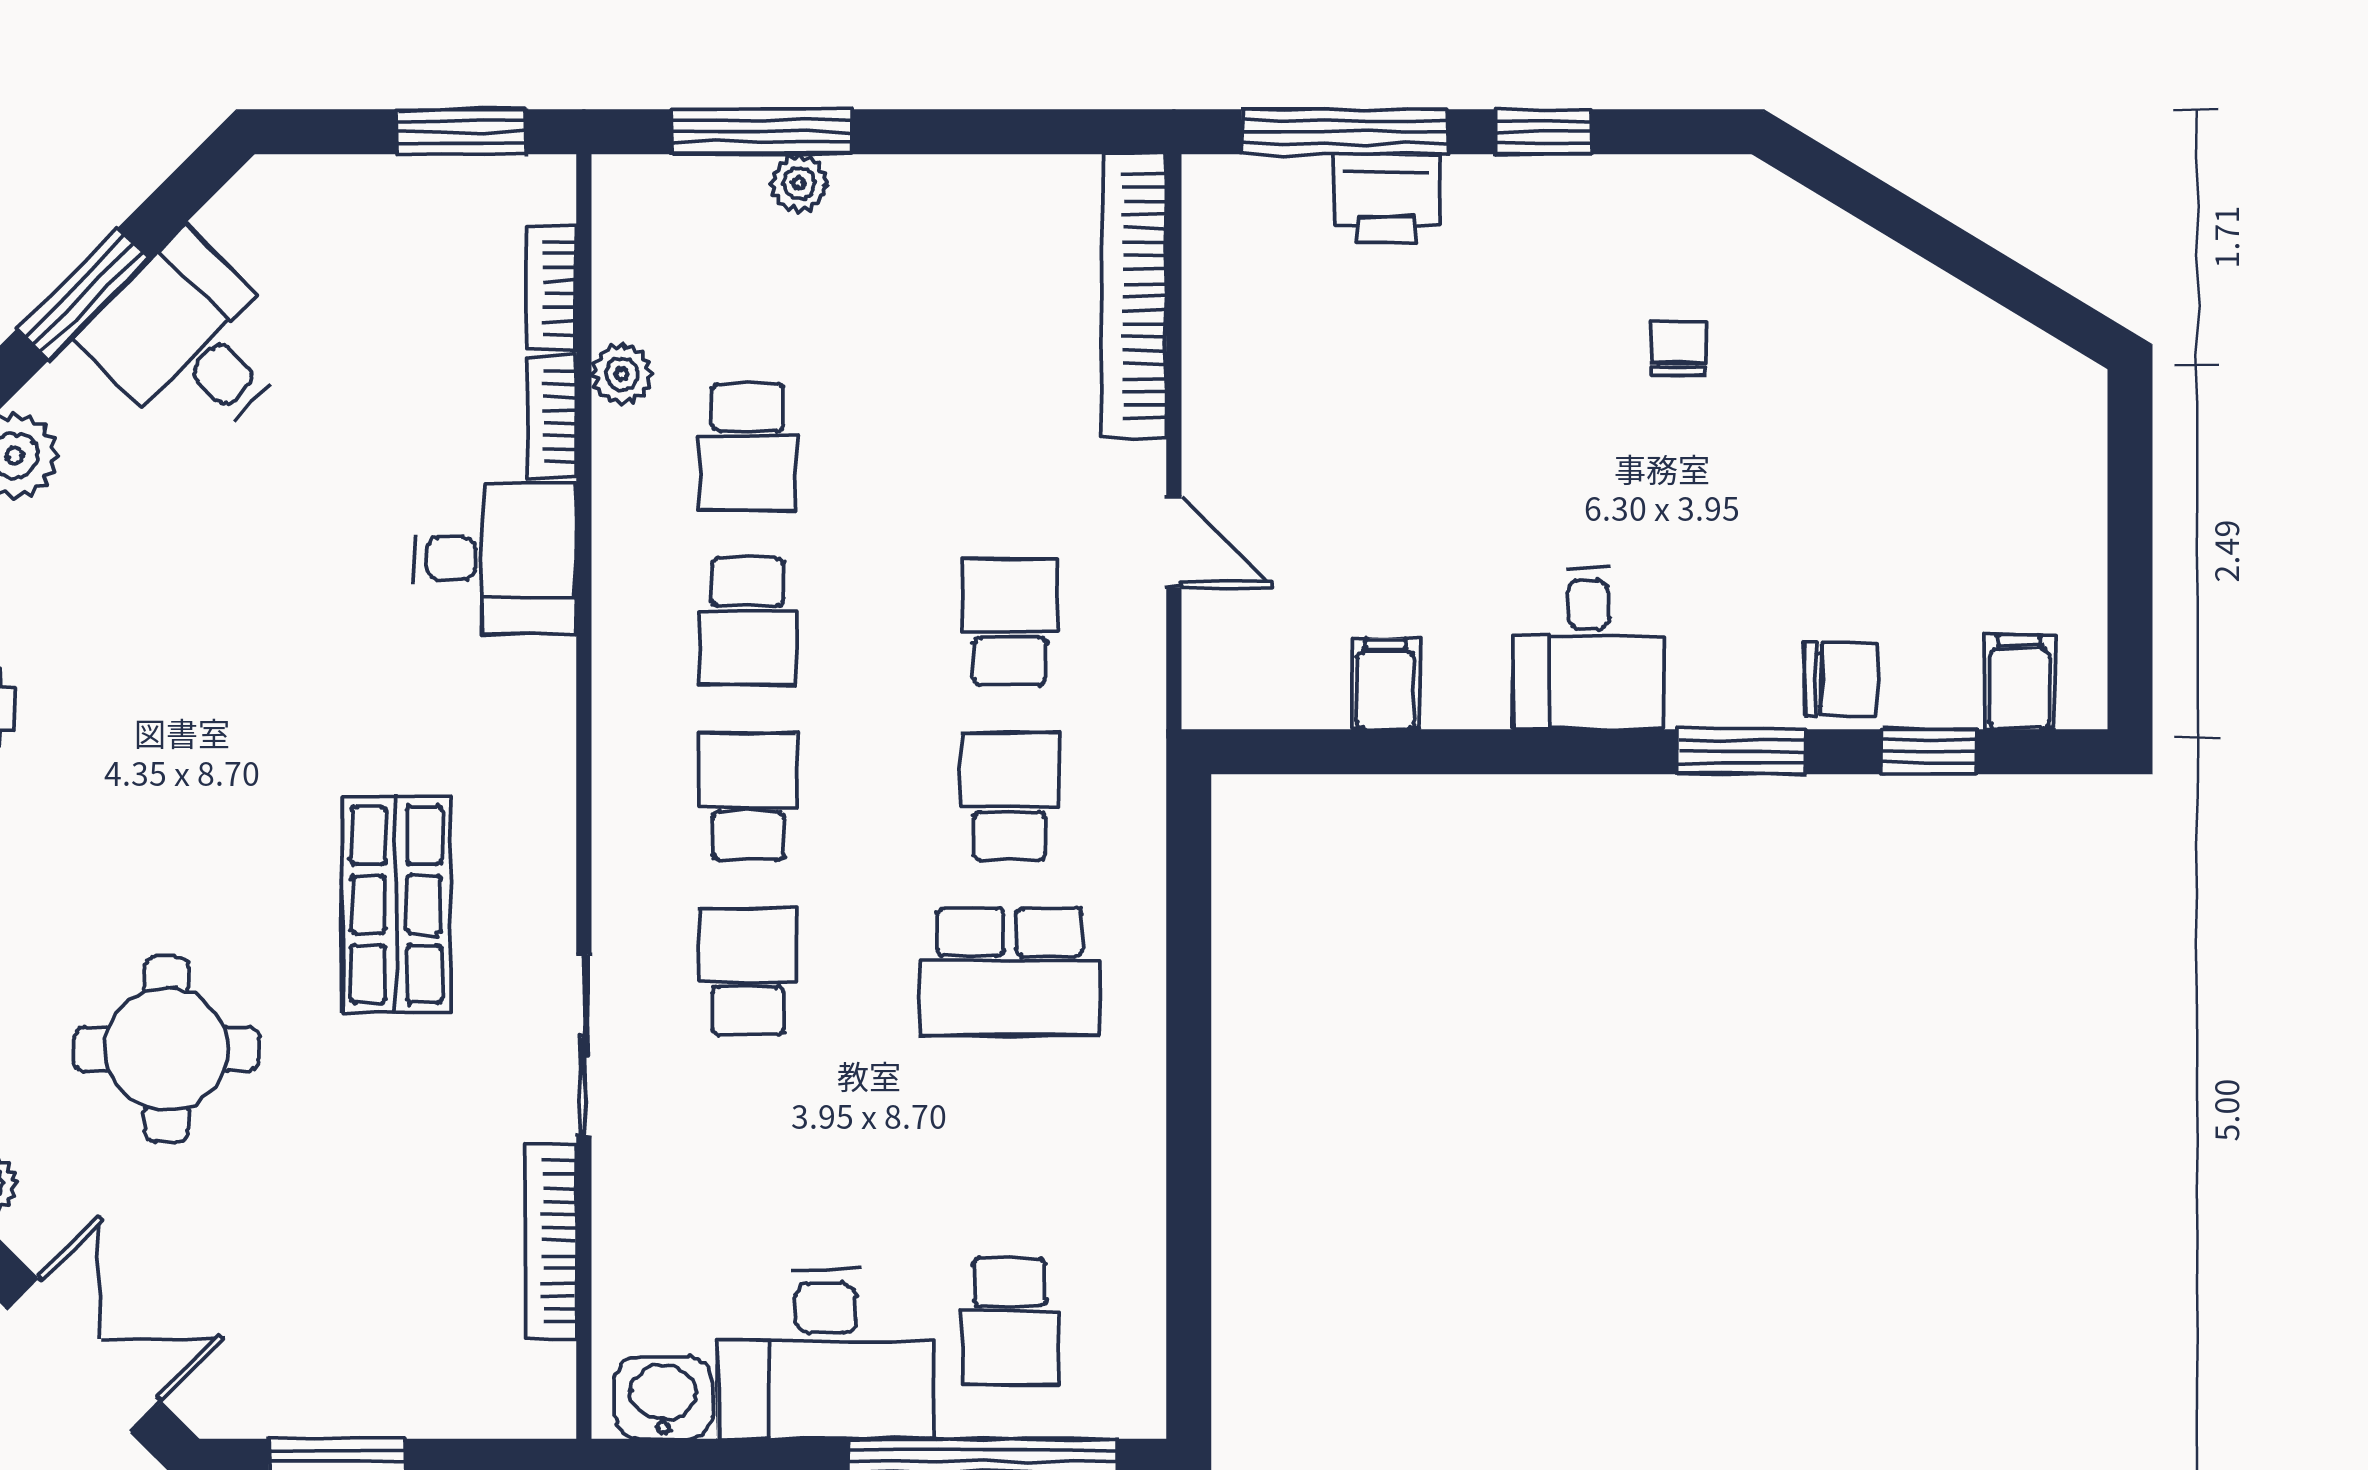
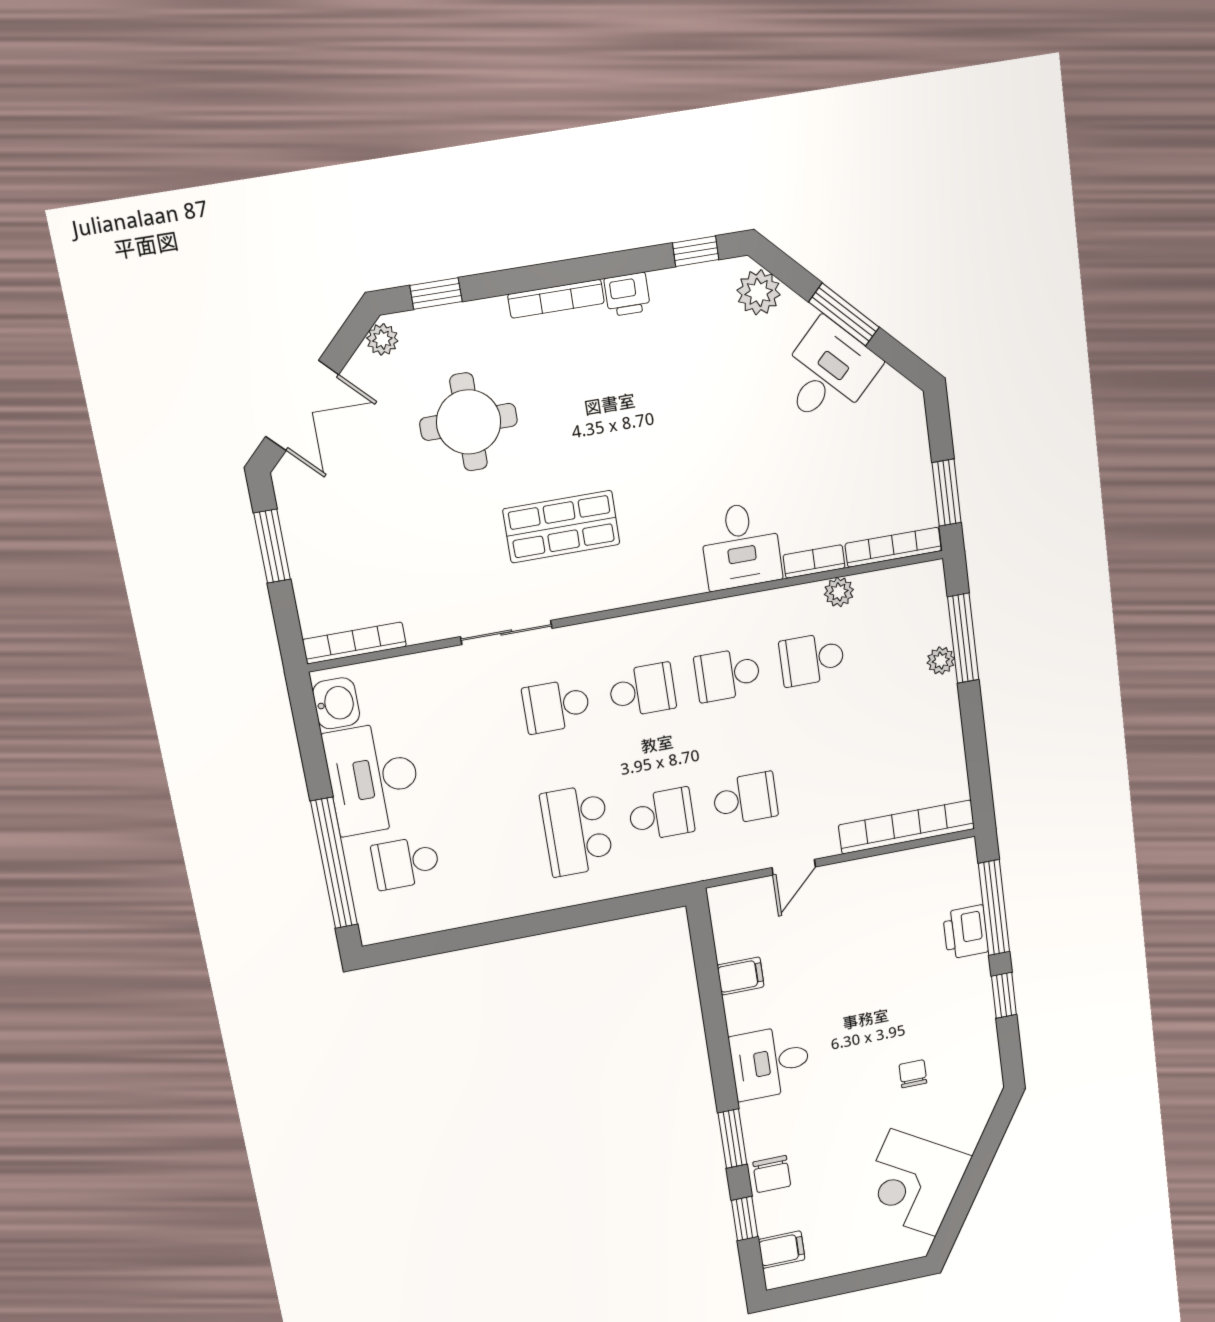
bookcase: (552, 288) -> (893, 547), width x1.56
chair: (1679, 348) -> (913, 1074), turned -90
corner desk: (1929, 377) -> (913, 1183), added
school desk: (748, 971) -> (556, 706), turned 180
bookcase: (551, 1242) -> (355, 643), moved

